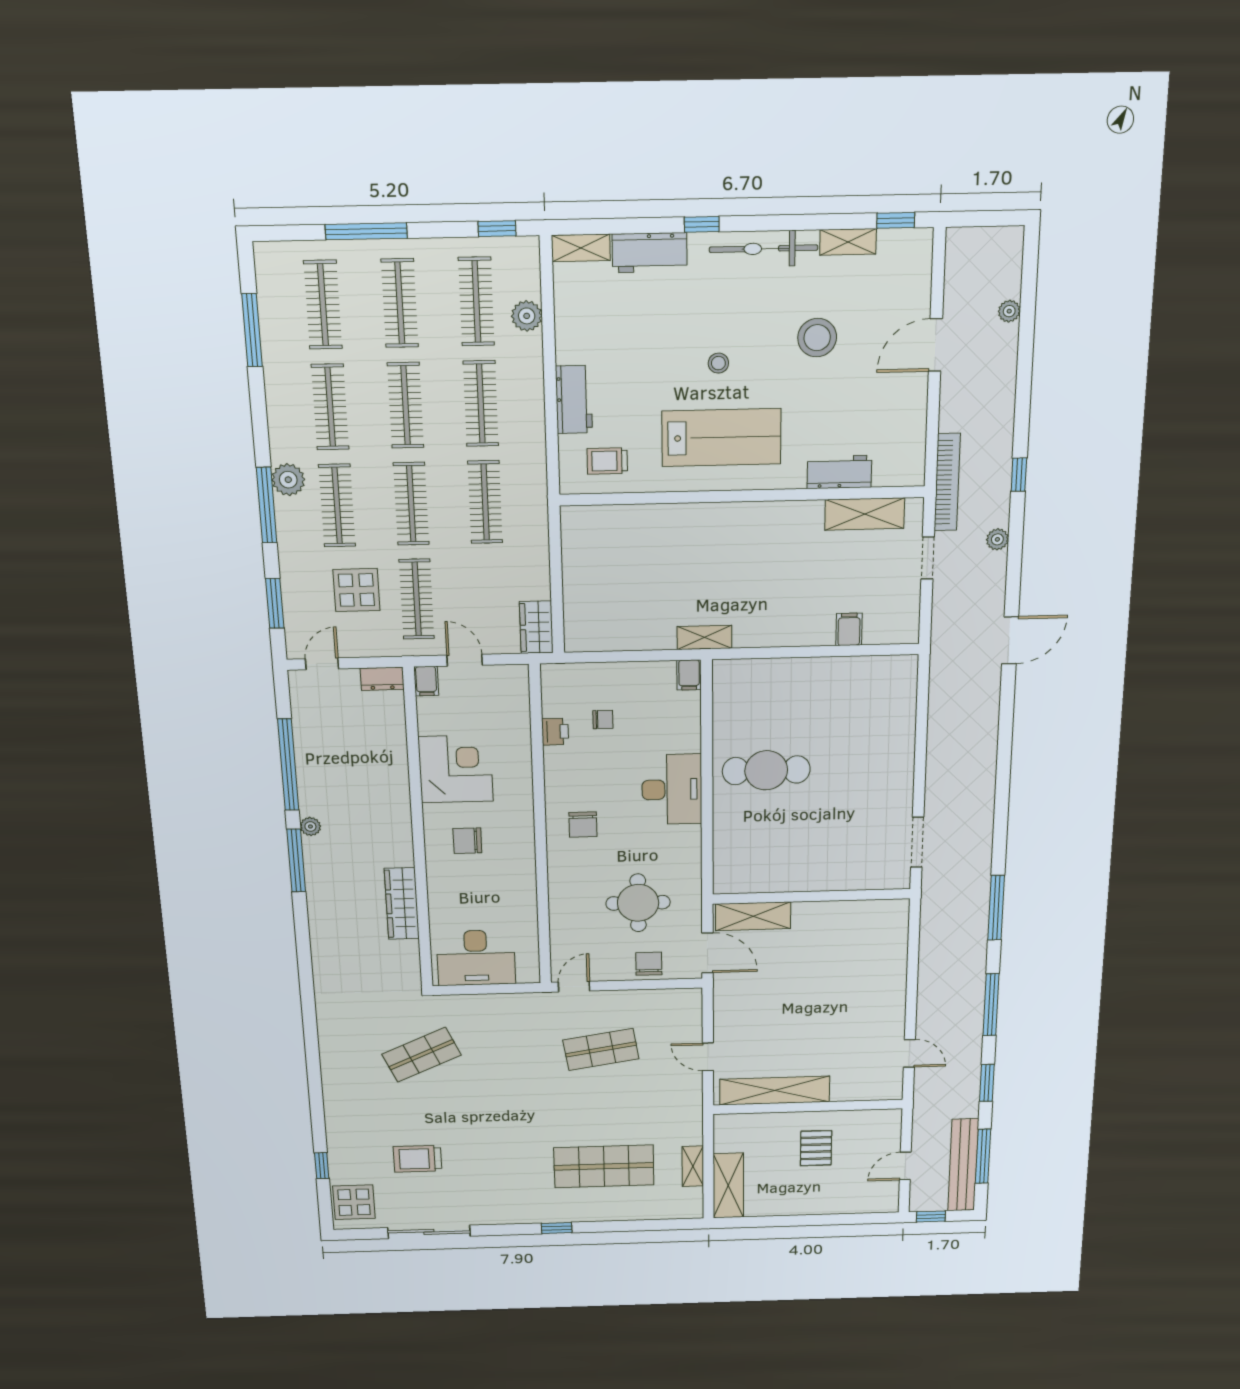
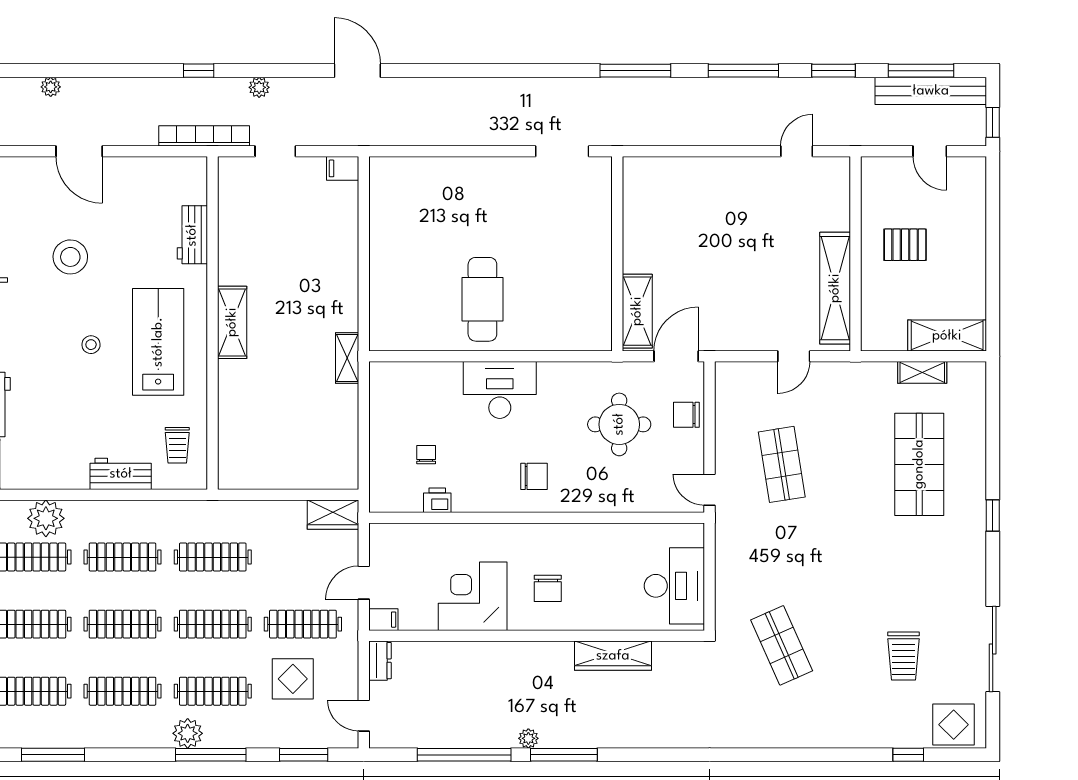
plant: (527, 316) -> (46, 518), width x1.36, depth x1.36
shelving: (865, 514) -> (232, 322), moved
filing cabinet: (849, 629) -> (343, 168), moved
filing cabinet: (689, 675) -> (384, 373), removed

